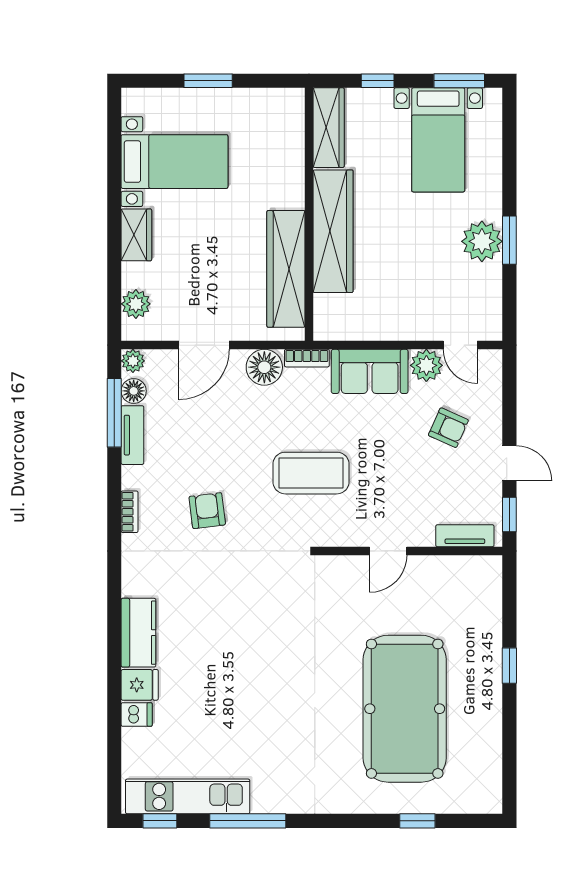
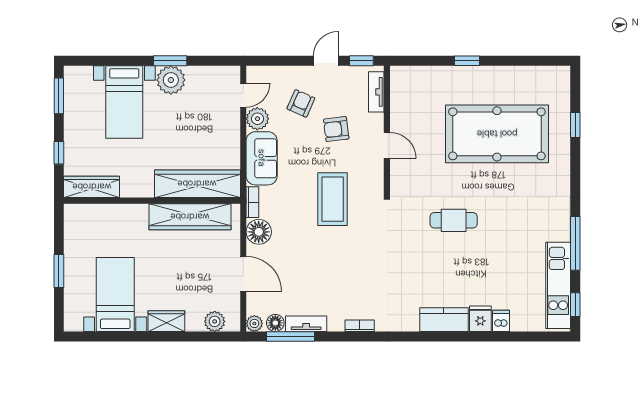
bed with nightstands: (438, 140) -> (124, 102), moved, turned 90
wardrobe: (333, 231) -> (197, 184), moved
armchair: (207, 511) -> (336, 129), moved
cafe table: (281, 647) -> (454, 220), added

